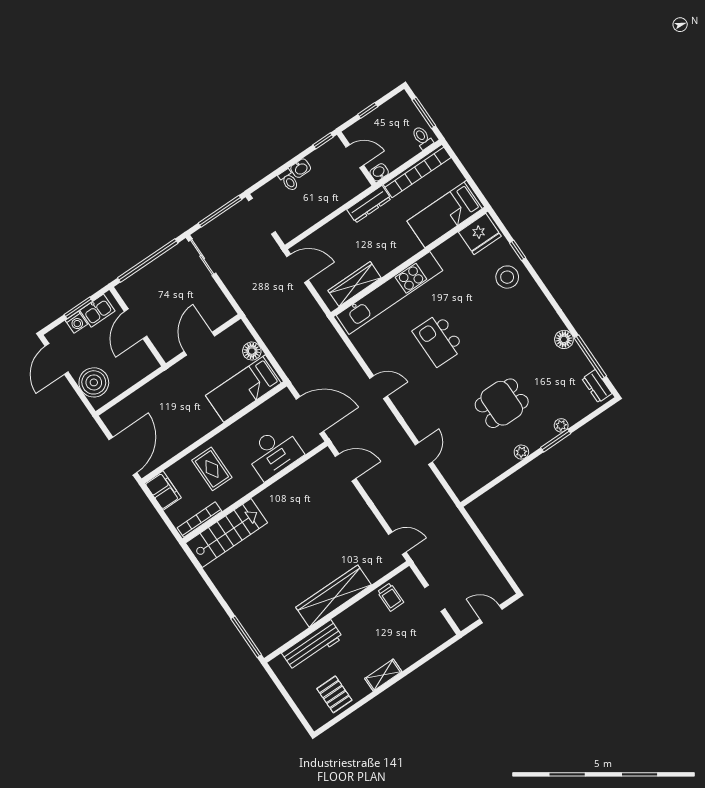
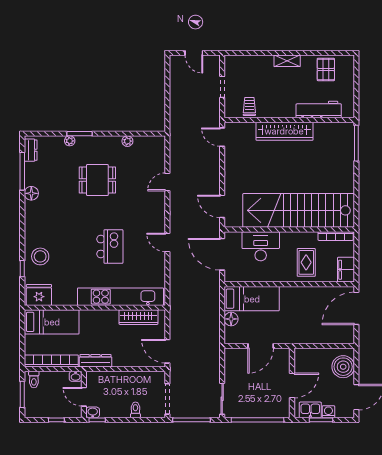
washbasin: (301, 168) -> (93, 412), moved
plant: (521, 452) -> (127, 141), moved
stairs: (227, 533) -> (299, 210), width x1.86, depth x1.51

